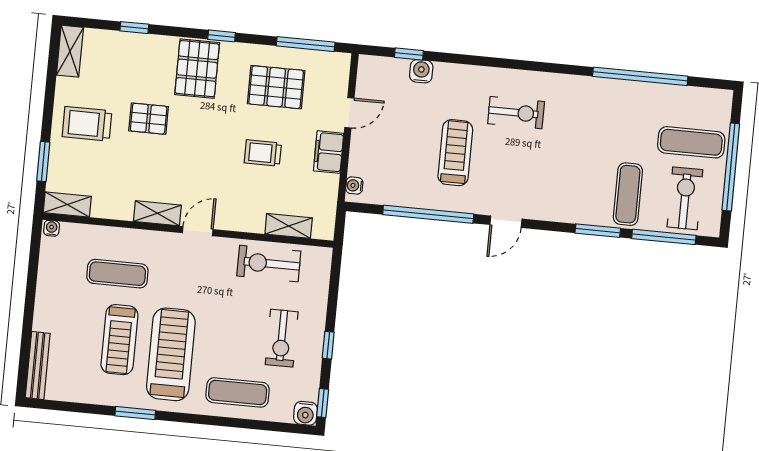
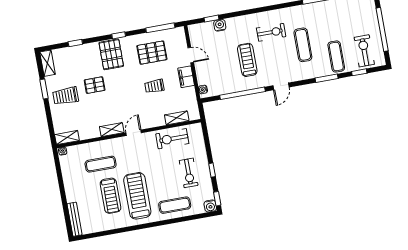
door: (349, 113) -> (191, 55), hinge flipped
exercise mat: (691, 142) -> (303, 45), moved, turned 90
window: (43, 161) -> (44, 89), moved
window: (664, 237) -> (359, 72), width x0.46
window: (135, 413) -> (128, 229), removed

